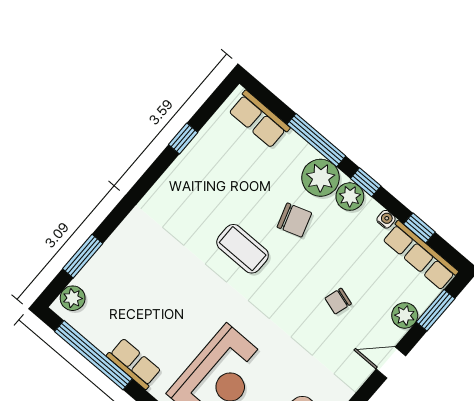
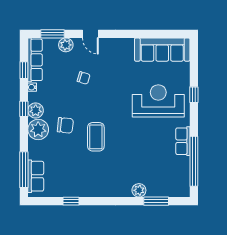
window: (316, 140) -> (24, 170), moved
chair: (294, 220) -> (65, 125), turned 114
plant: (73, 298) -> (139, 190), moved

